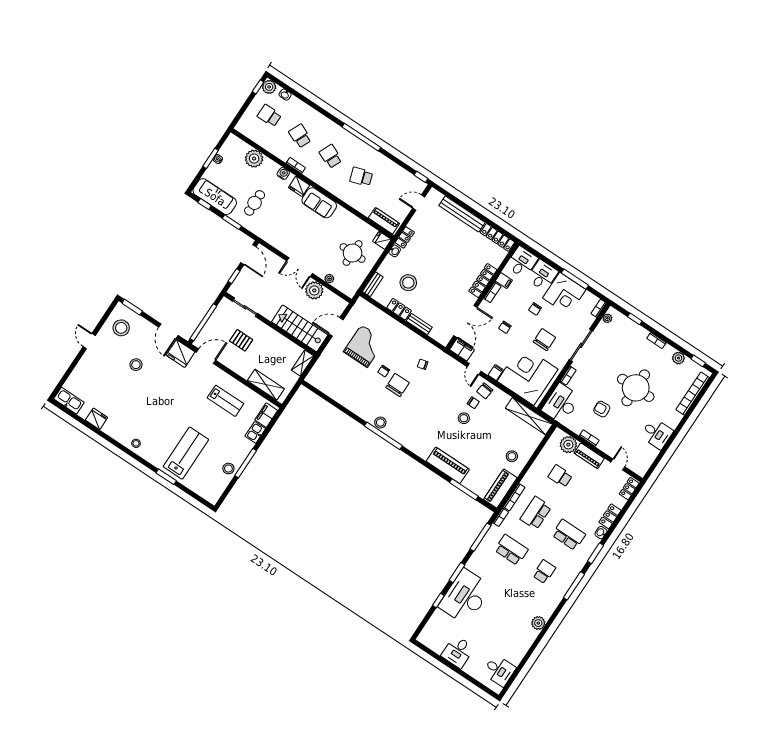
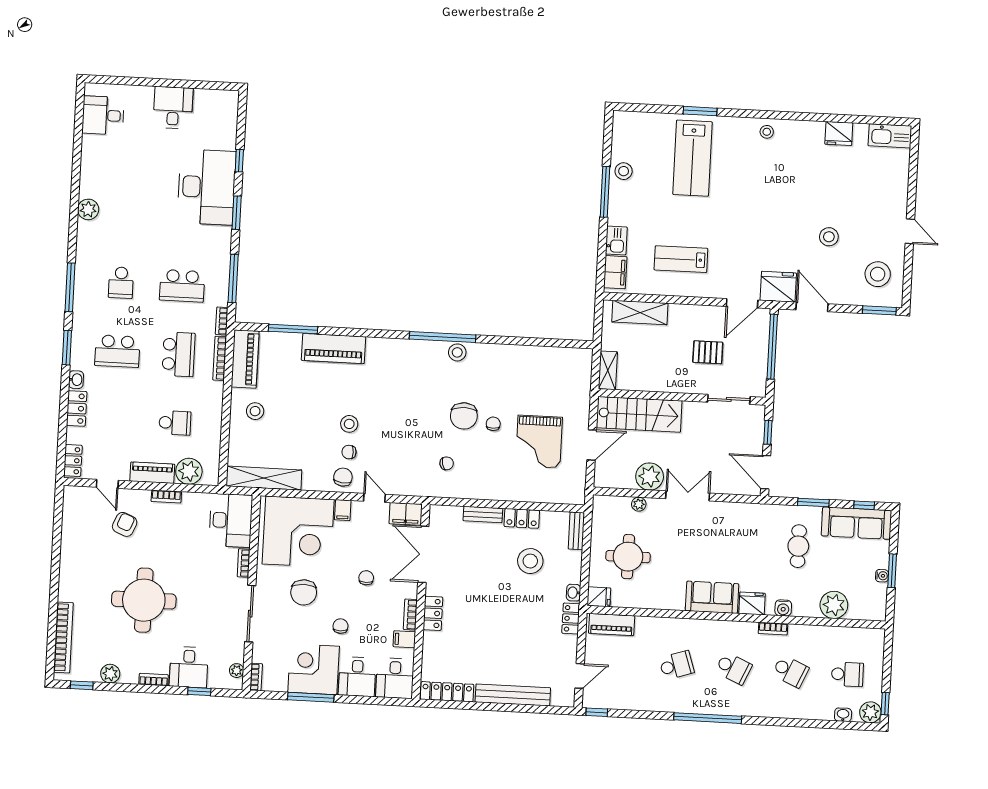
locker: (483, 281) -> (433, 613), width x0.66
armchair: (602, 409) -> (125, 524), moved, turned -64
desk: (657, 434) -> (189, 667), moved, turned -90

